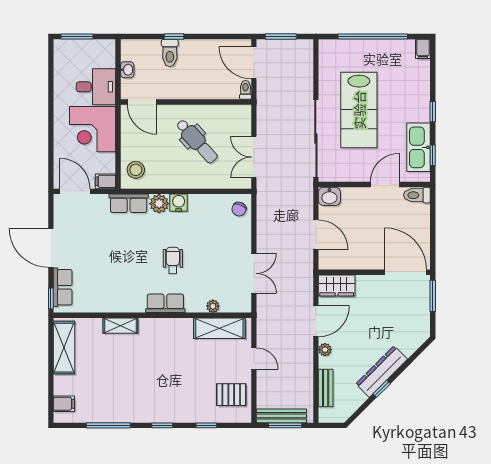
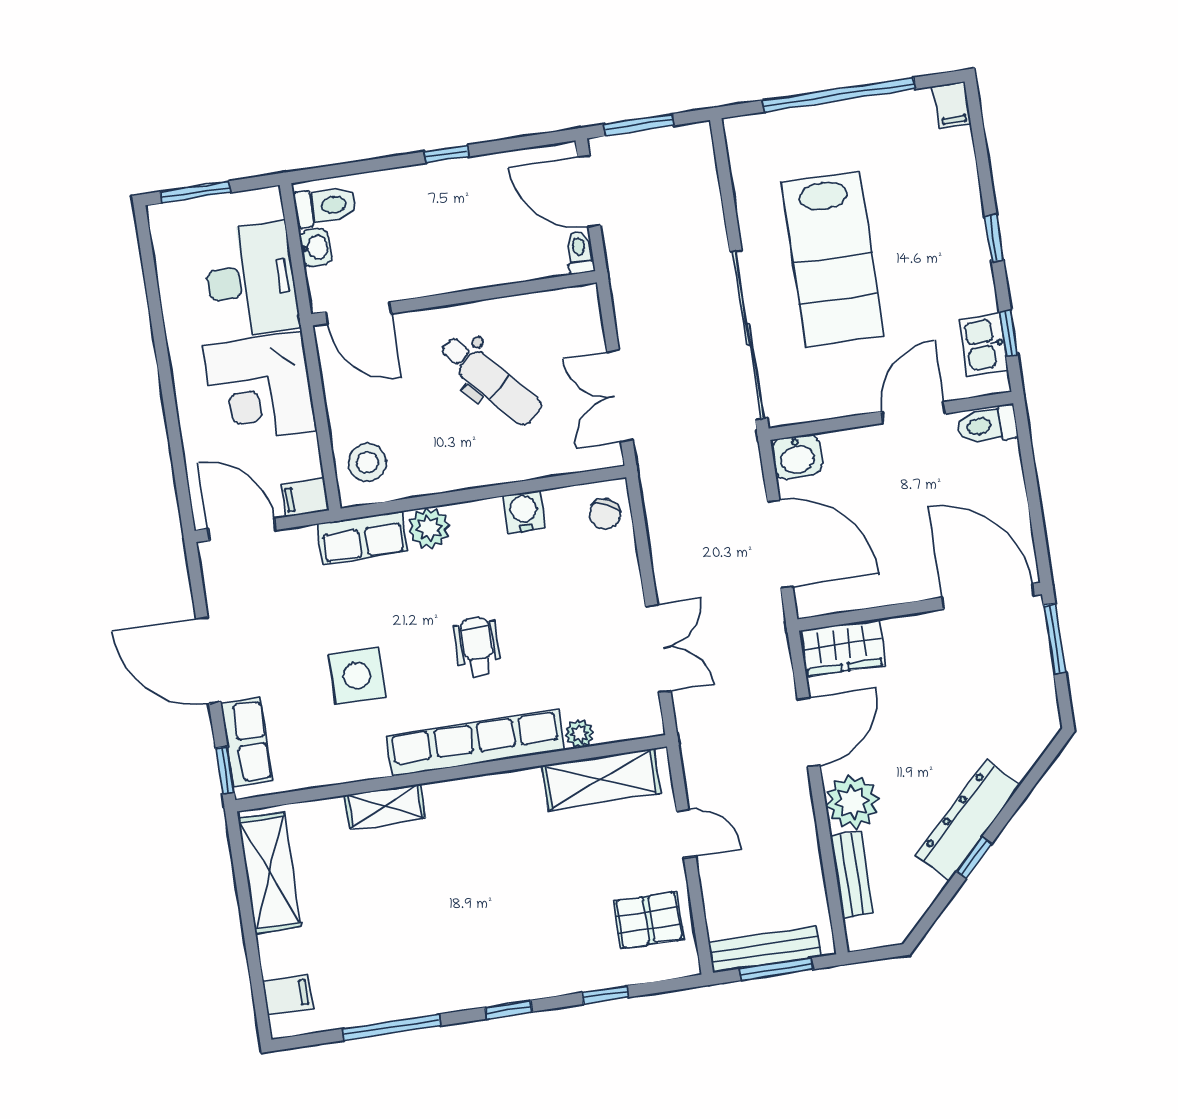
window: (174, 37) -> (447, 154), moved
toilet: (170, 53) -> (325, 206), moved, turned -90
desk: (96, 87) -> (251, 280), width x1.37
kitchen sink: (419, 147) -> (983, 344), width x0.53, depth x0.81
water cooler: (179, 203) -> (524, 512), moved
door: (316, 235) -> (780, 544), width x1.36
side table: (117, 265) -> (357, 676), added
row of seats: (165, 303) -> (475, 743), width x2.02
plant: (325, 350) -> (852, 802), width x1.88, depth x1.88

